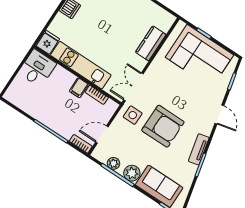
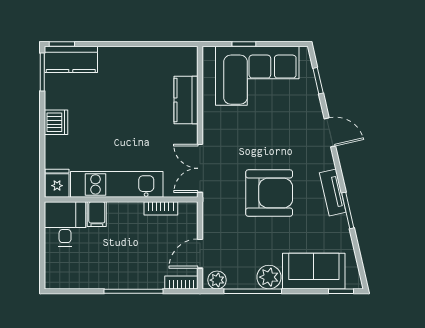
filing cabinet: (79, 88) -> (97, 214), moved
side table: (133, 115) -> (222, 204), removed
plant: (113, 163) -> (217, 280), moved

